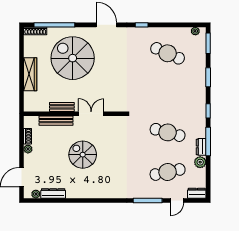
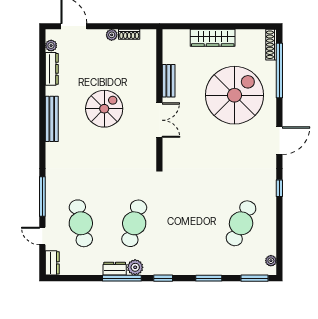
bench: (56, 121) -> (52, 119), moved
plant: (200, 162) -> (135, 267), moved

